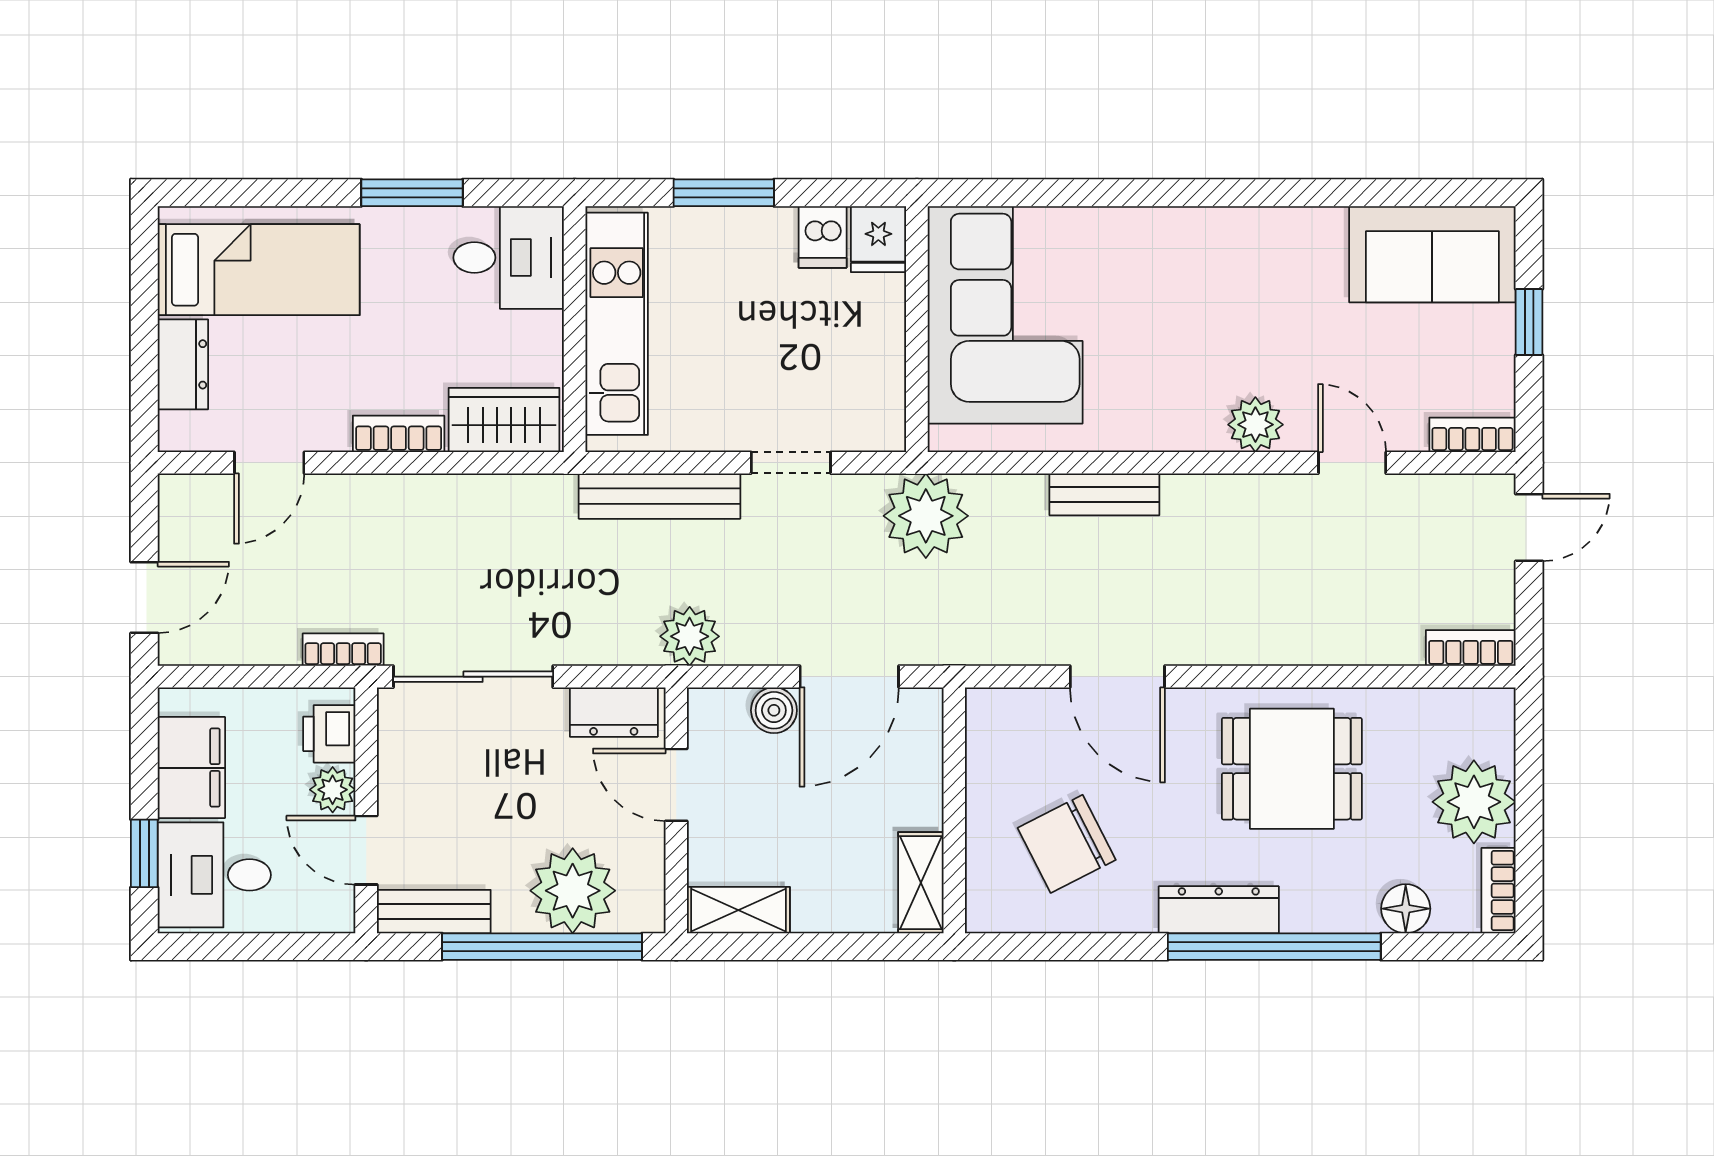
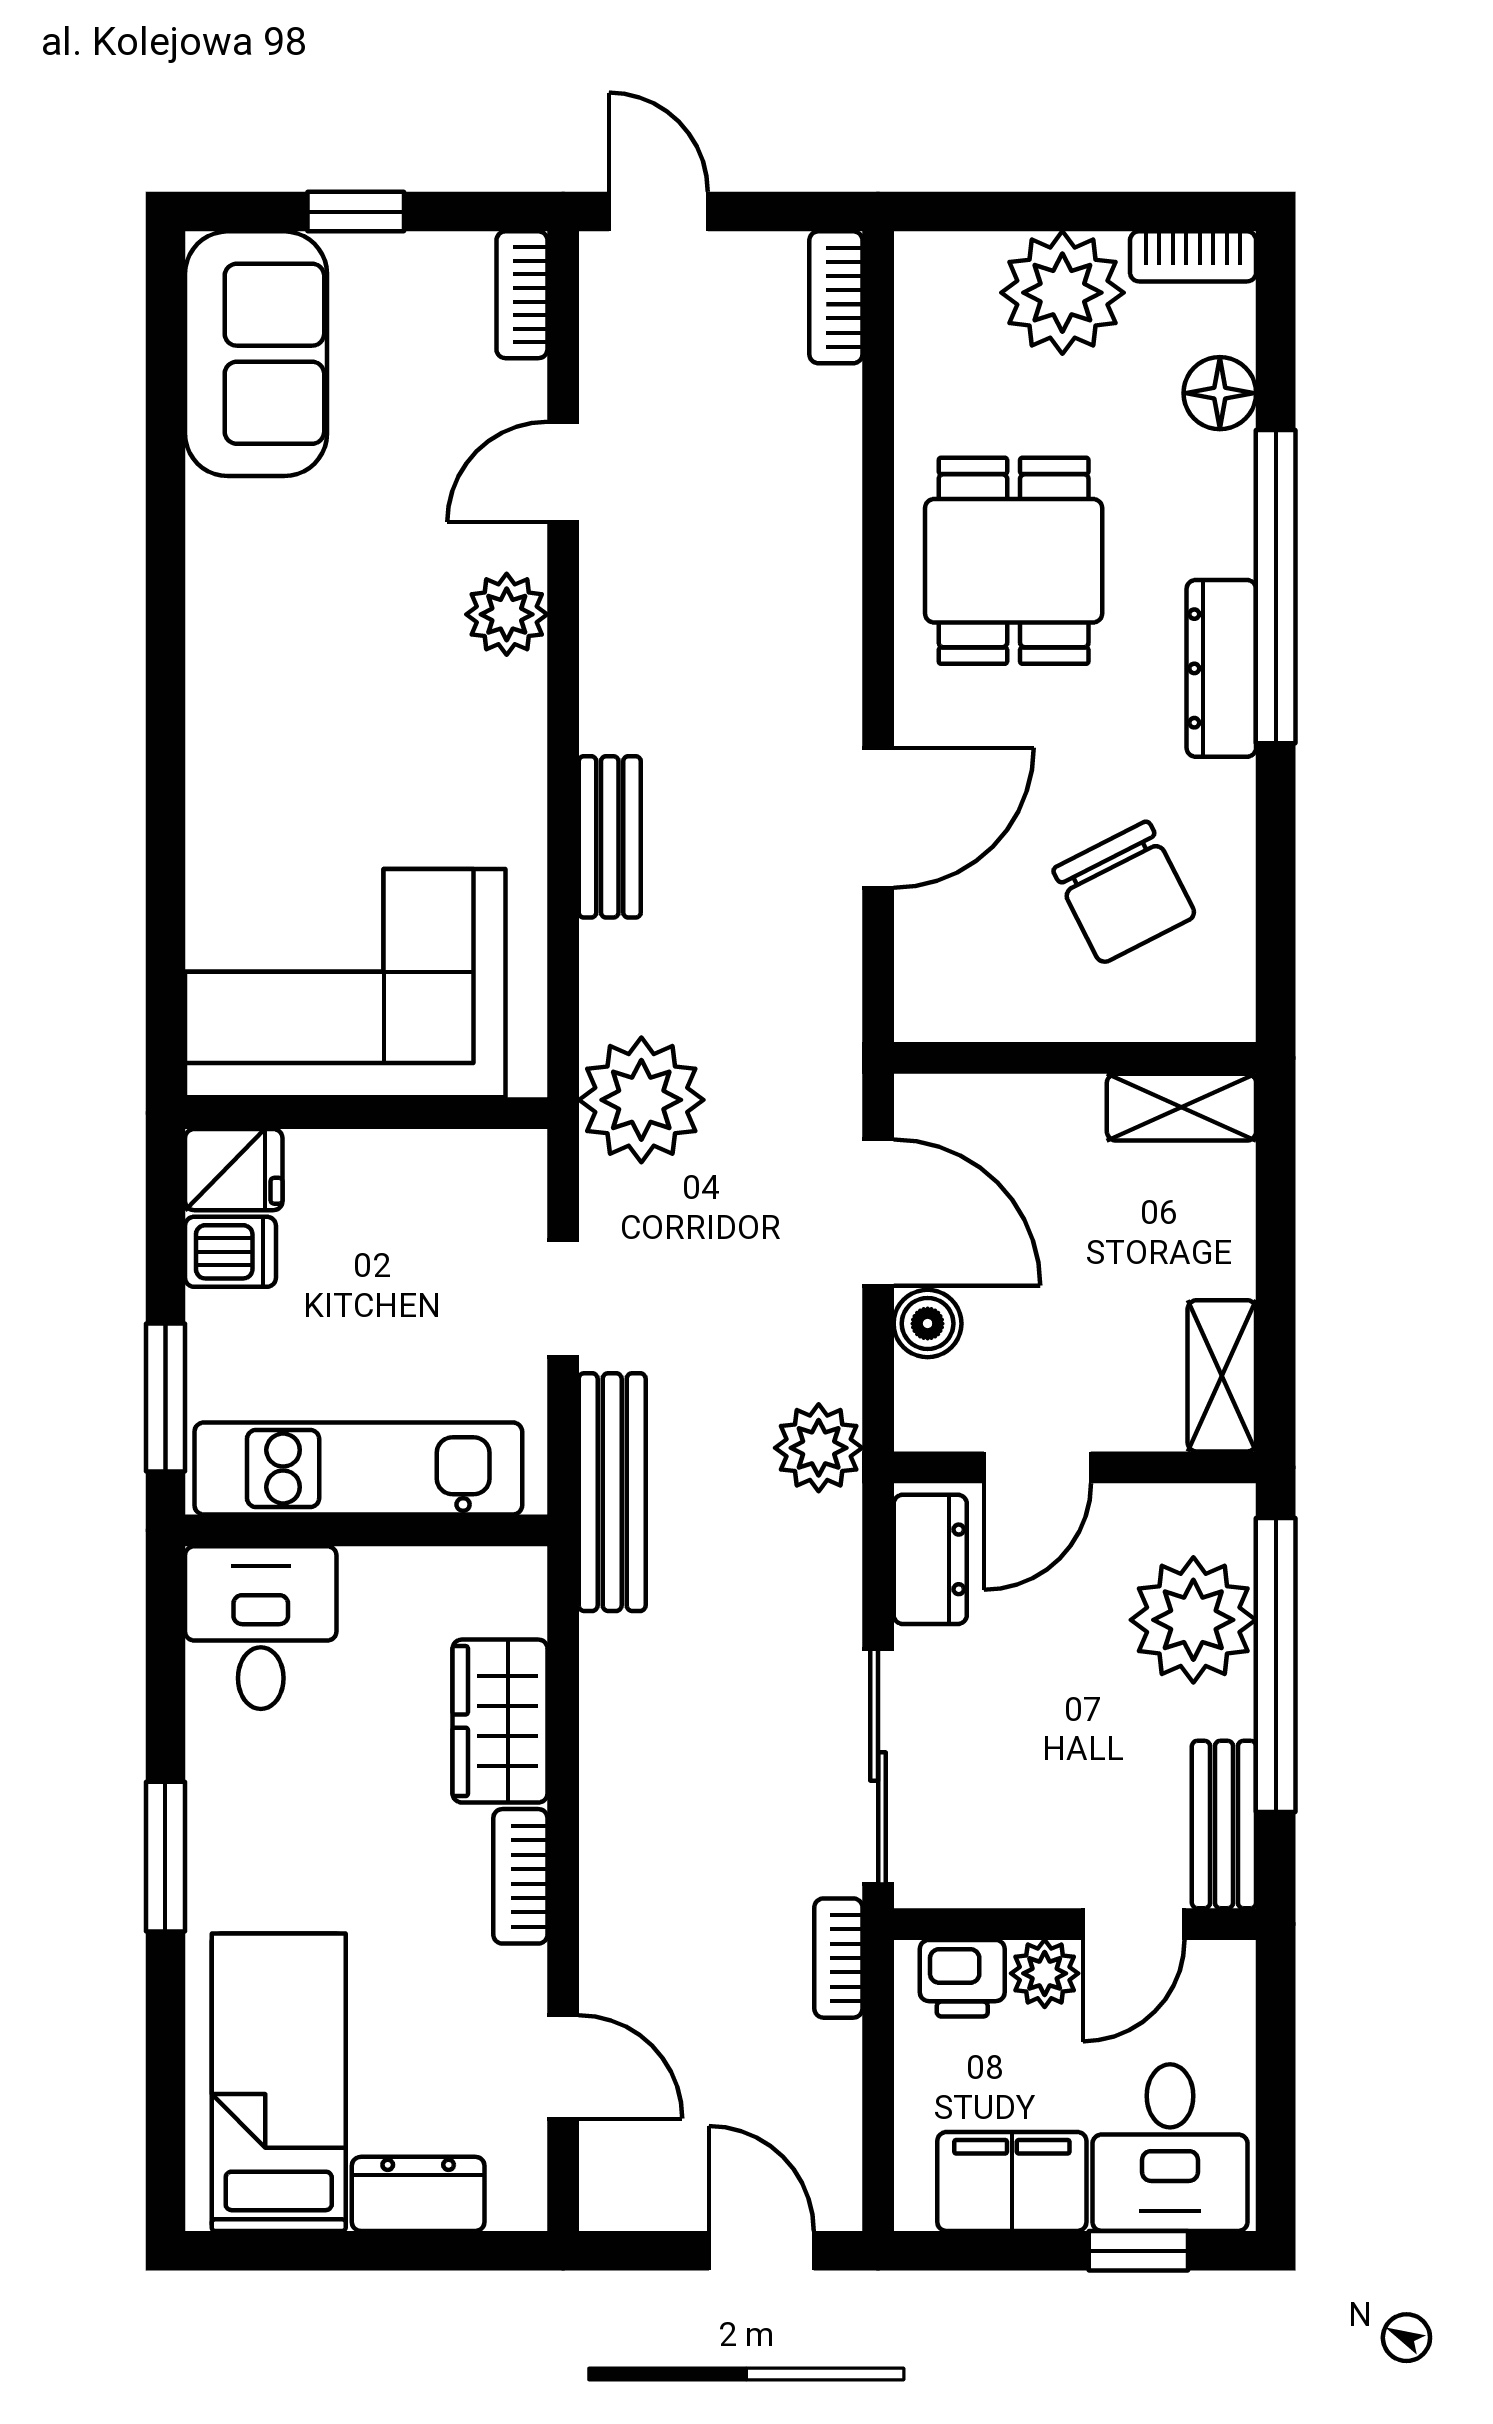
desk: (509, 258) -> (261, 1628), moved
kitchen unit: (617, 324) -> (358, 1468), moved
wall: (575, 329) -> (366, 1530), moved

